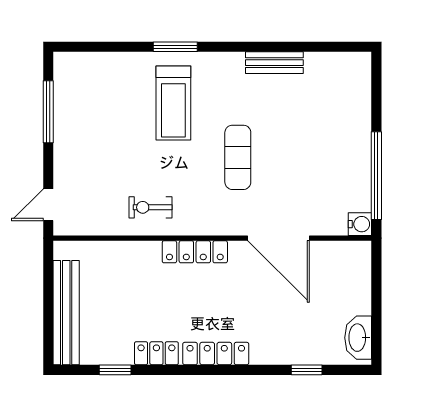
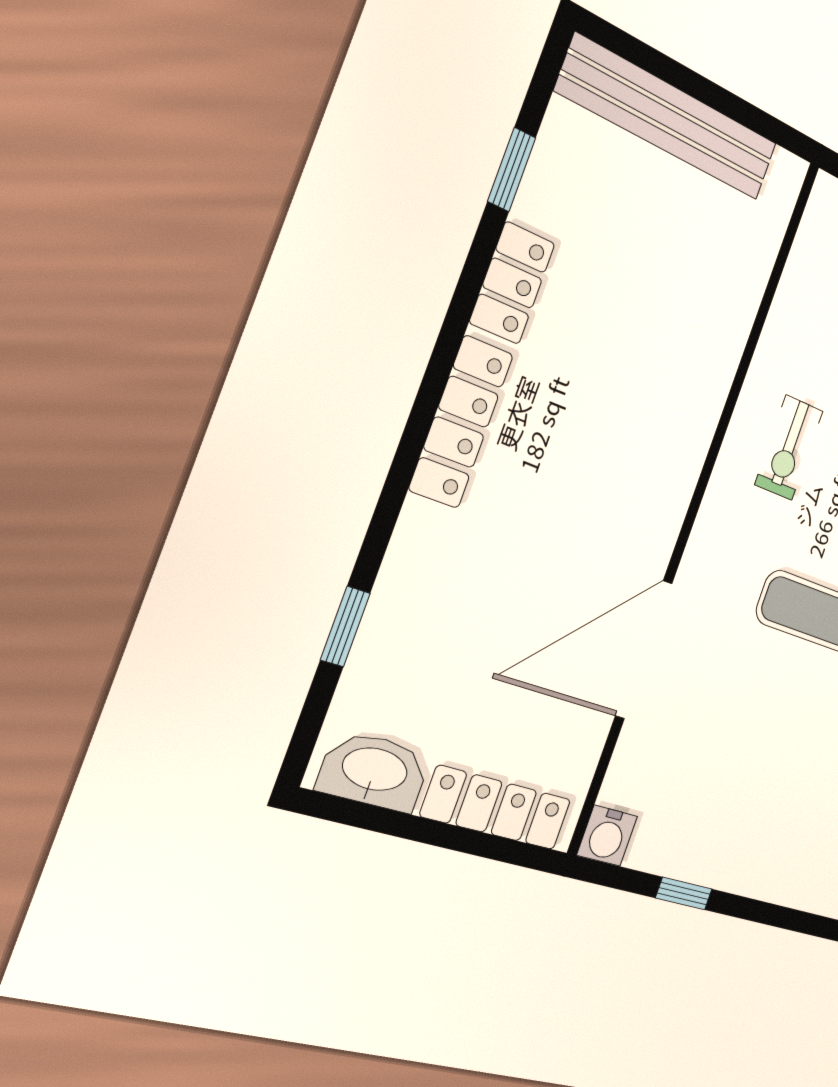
window: (376, 176) -> (684, 893), width x0.32
exercise bike: (150, 207) -> (789, 448), moved, turned 180
locker: (195, 252) -> (496, 808), moved, turned 90

